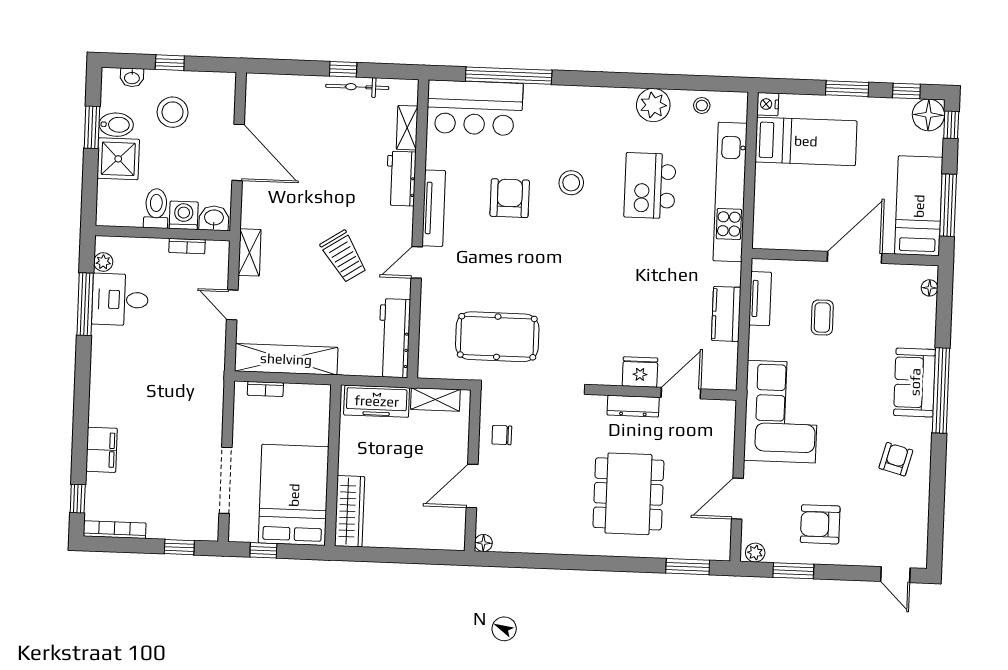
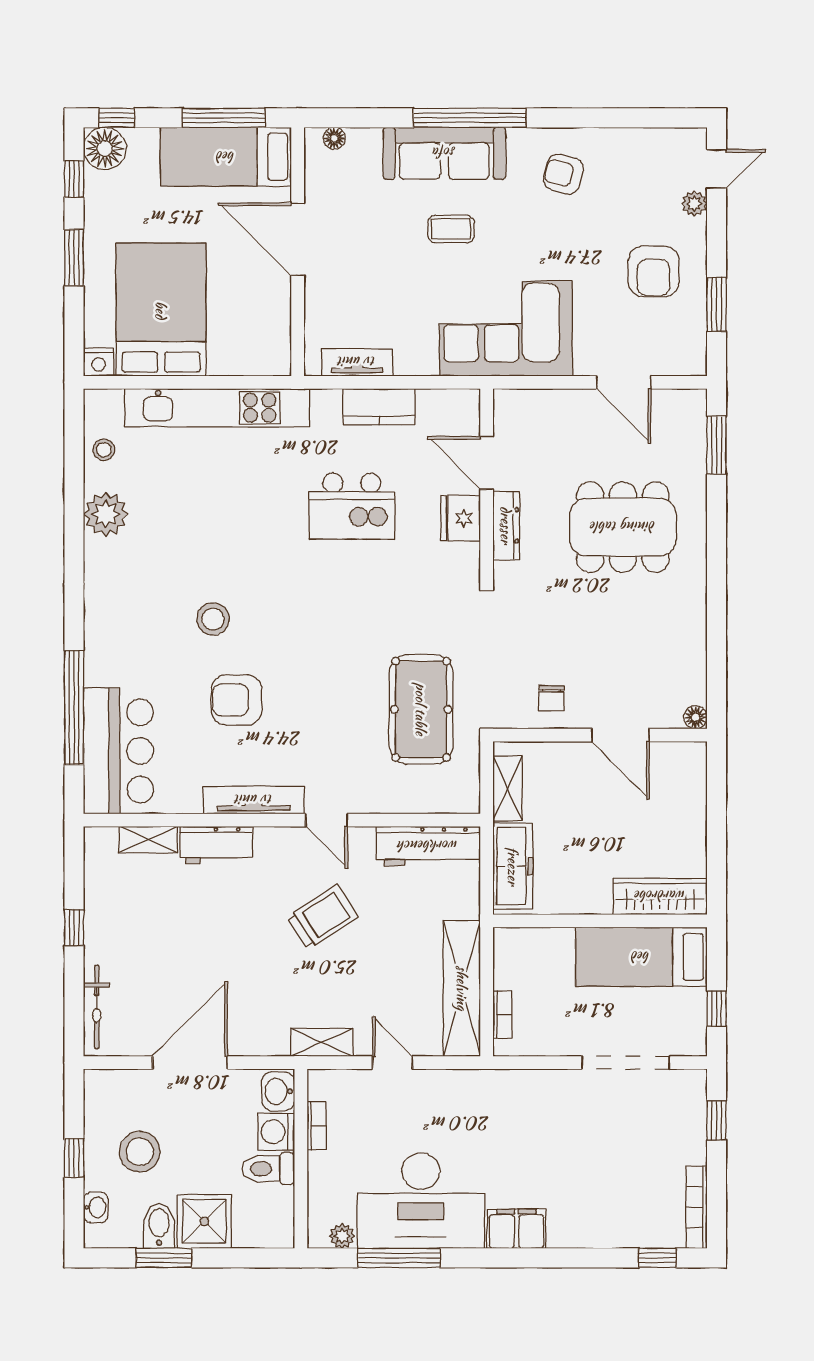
bicycle: (357, 87) -> (97, 1007), moved
bed: (806, 141) -> (161, 310), width x1.50
kitchen island: (650, 186) -> (352, 506), moved
desk: (120, 300) -> (421, 1201), width x1.87, depth x1.30
door: (232, 305) -> (392, 1063), swing flipped
coffee table: (822, 317) -> (451, 229), moved
sofa: (915, 382) -> (444, 153), width x1.36
filing cabinet: (102, 450) -> (517, 1229), moved
bed: (294, 495) -> (641, 957), width x0.67
plant: (755, 553) -> (694, 203), moved

